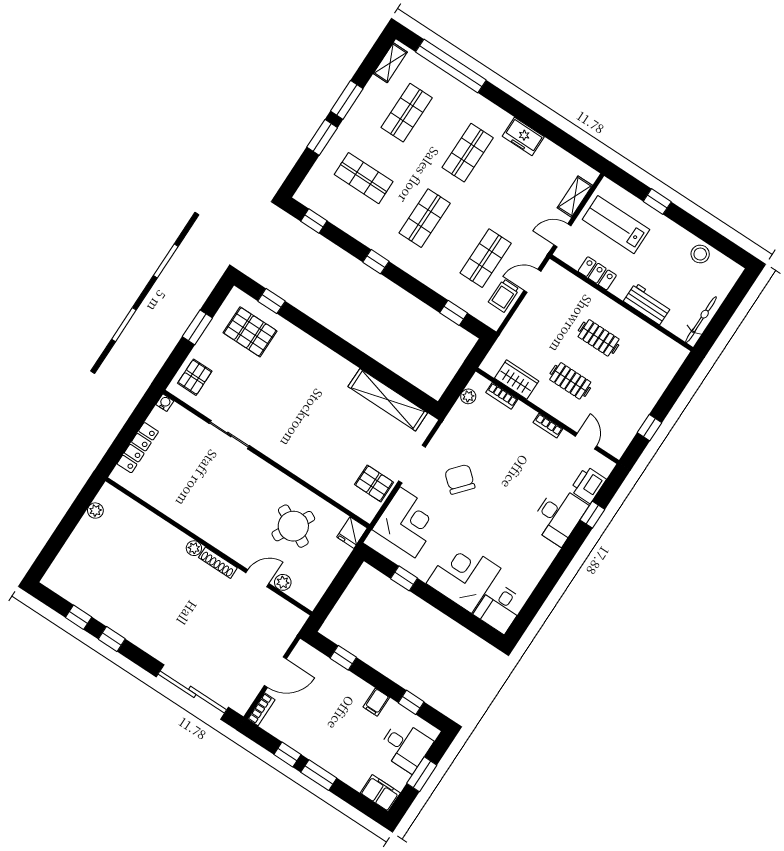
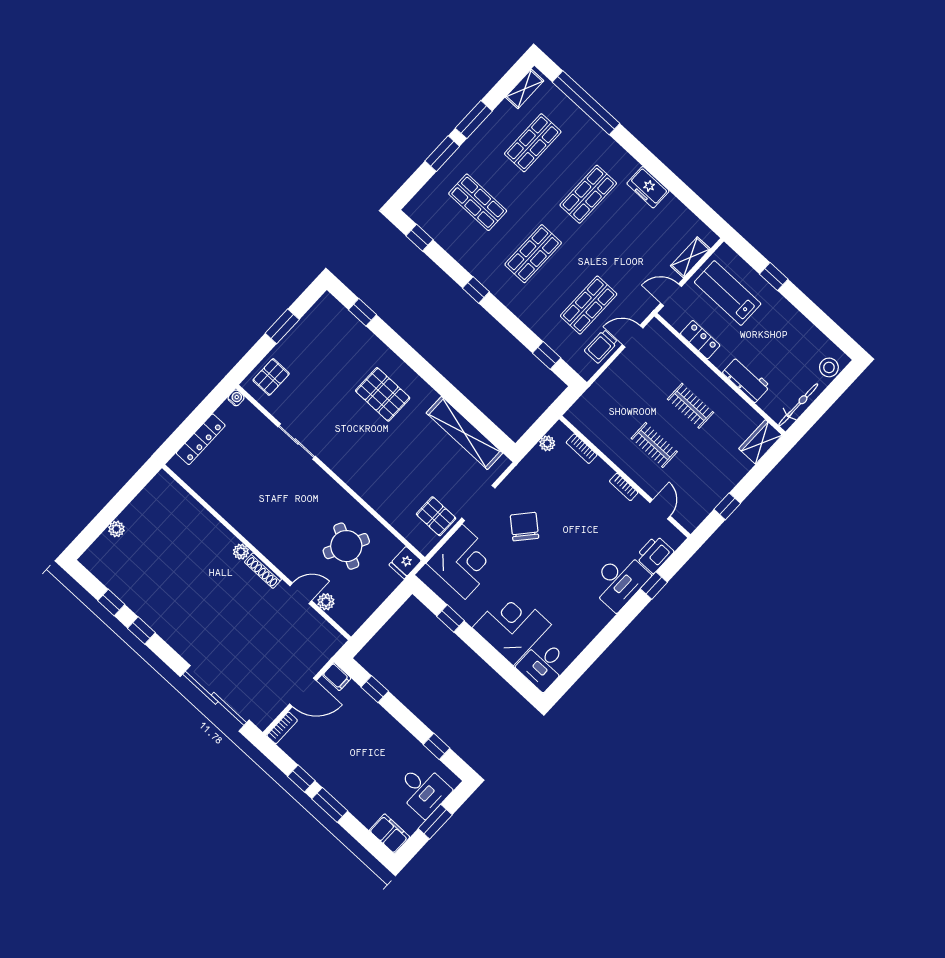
stool: (700, 254) -> (829, 367), moved
pallet: (250, 332) -> (383, 394), moved
wardrobe: (517, 380) -> (760, 442), moved, turned -90
plant: (95, 511) -> (116, 529), moved
filing cabinet: (376, 702) -> (337, 677), moved, turned -90

